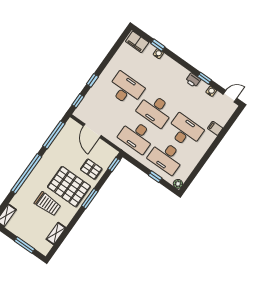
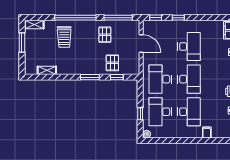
desk: (155, 110) -> (189, 79), turned 180
door: (92, 131) -> (141, 44), swing flipped
window: (114, 165) -> (117, 77), moved
pallet: (69, 187) -> (105, 35), moved, width x0.49, depth x0.50
trolley: (48, 204) -> (64, 37), moved
window: (24, 245) -> (22, 43), moved

